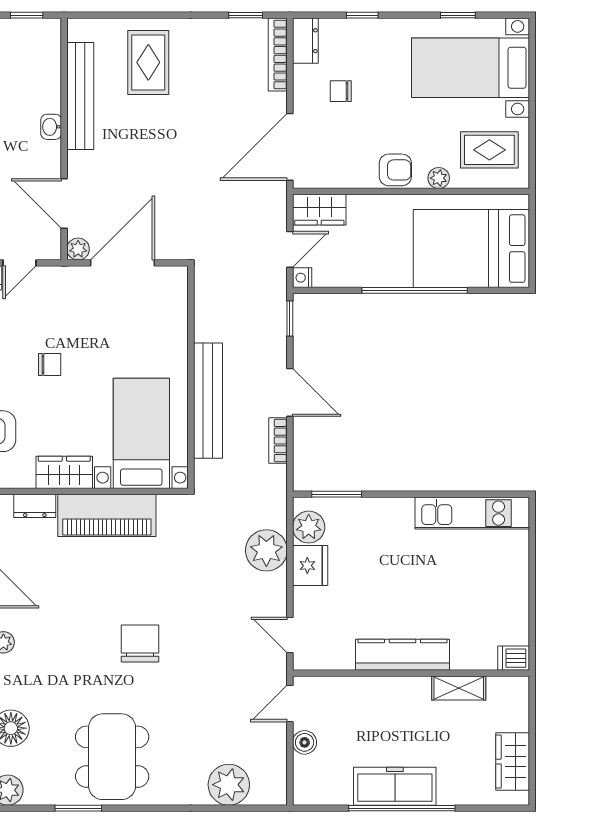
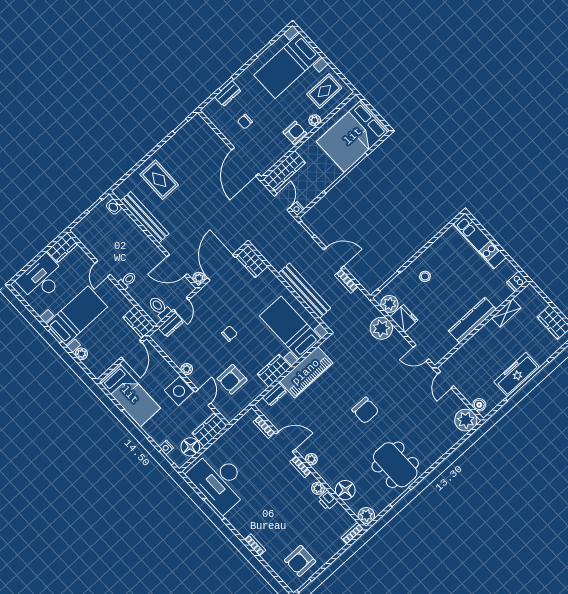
dresser: (305, 41) -> (228, 94), moved, turned 90
bookcase: (278, 55) -> (207, 130), removed
washbasin: (51, 127) -> (114, 207), moved
wardrobe: (319, 210) -> (284, 171), width x1.50
wardrobe: (172, 293) -> (252, 261), added
kitchen unit: (472, 513) -> (479, 241), moved, turned 90
stool: (393, 534) -> (425, 276), added
chair: (140, 644) -> (365, 410), turned 180
boiler: (305, 742) -> (479, 405), moved
plant: (229, 785) -> (466, 420), moved

